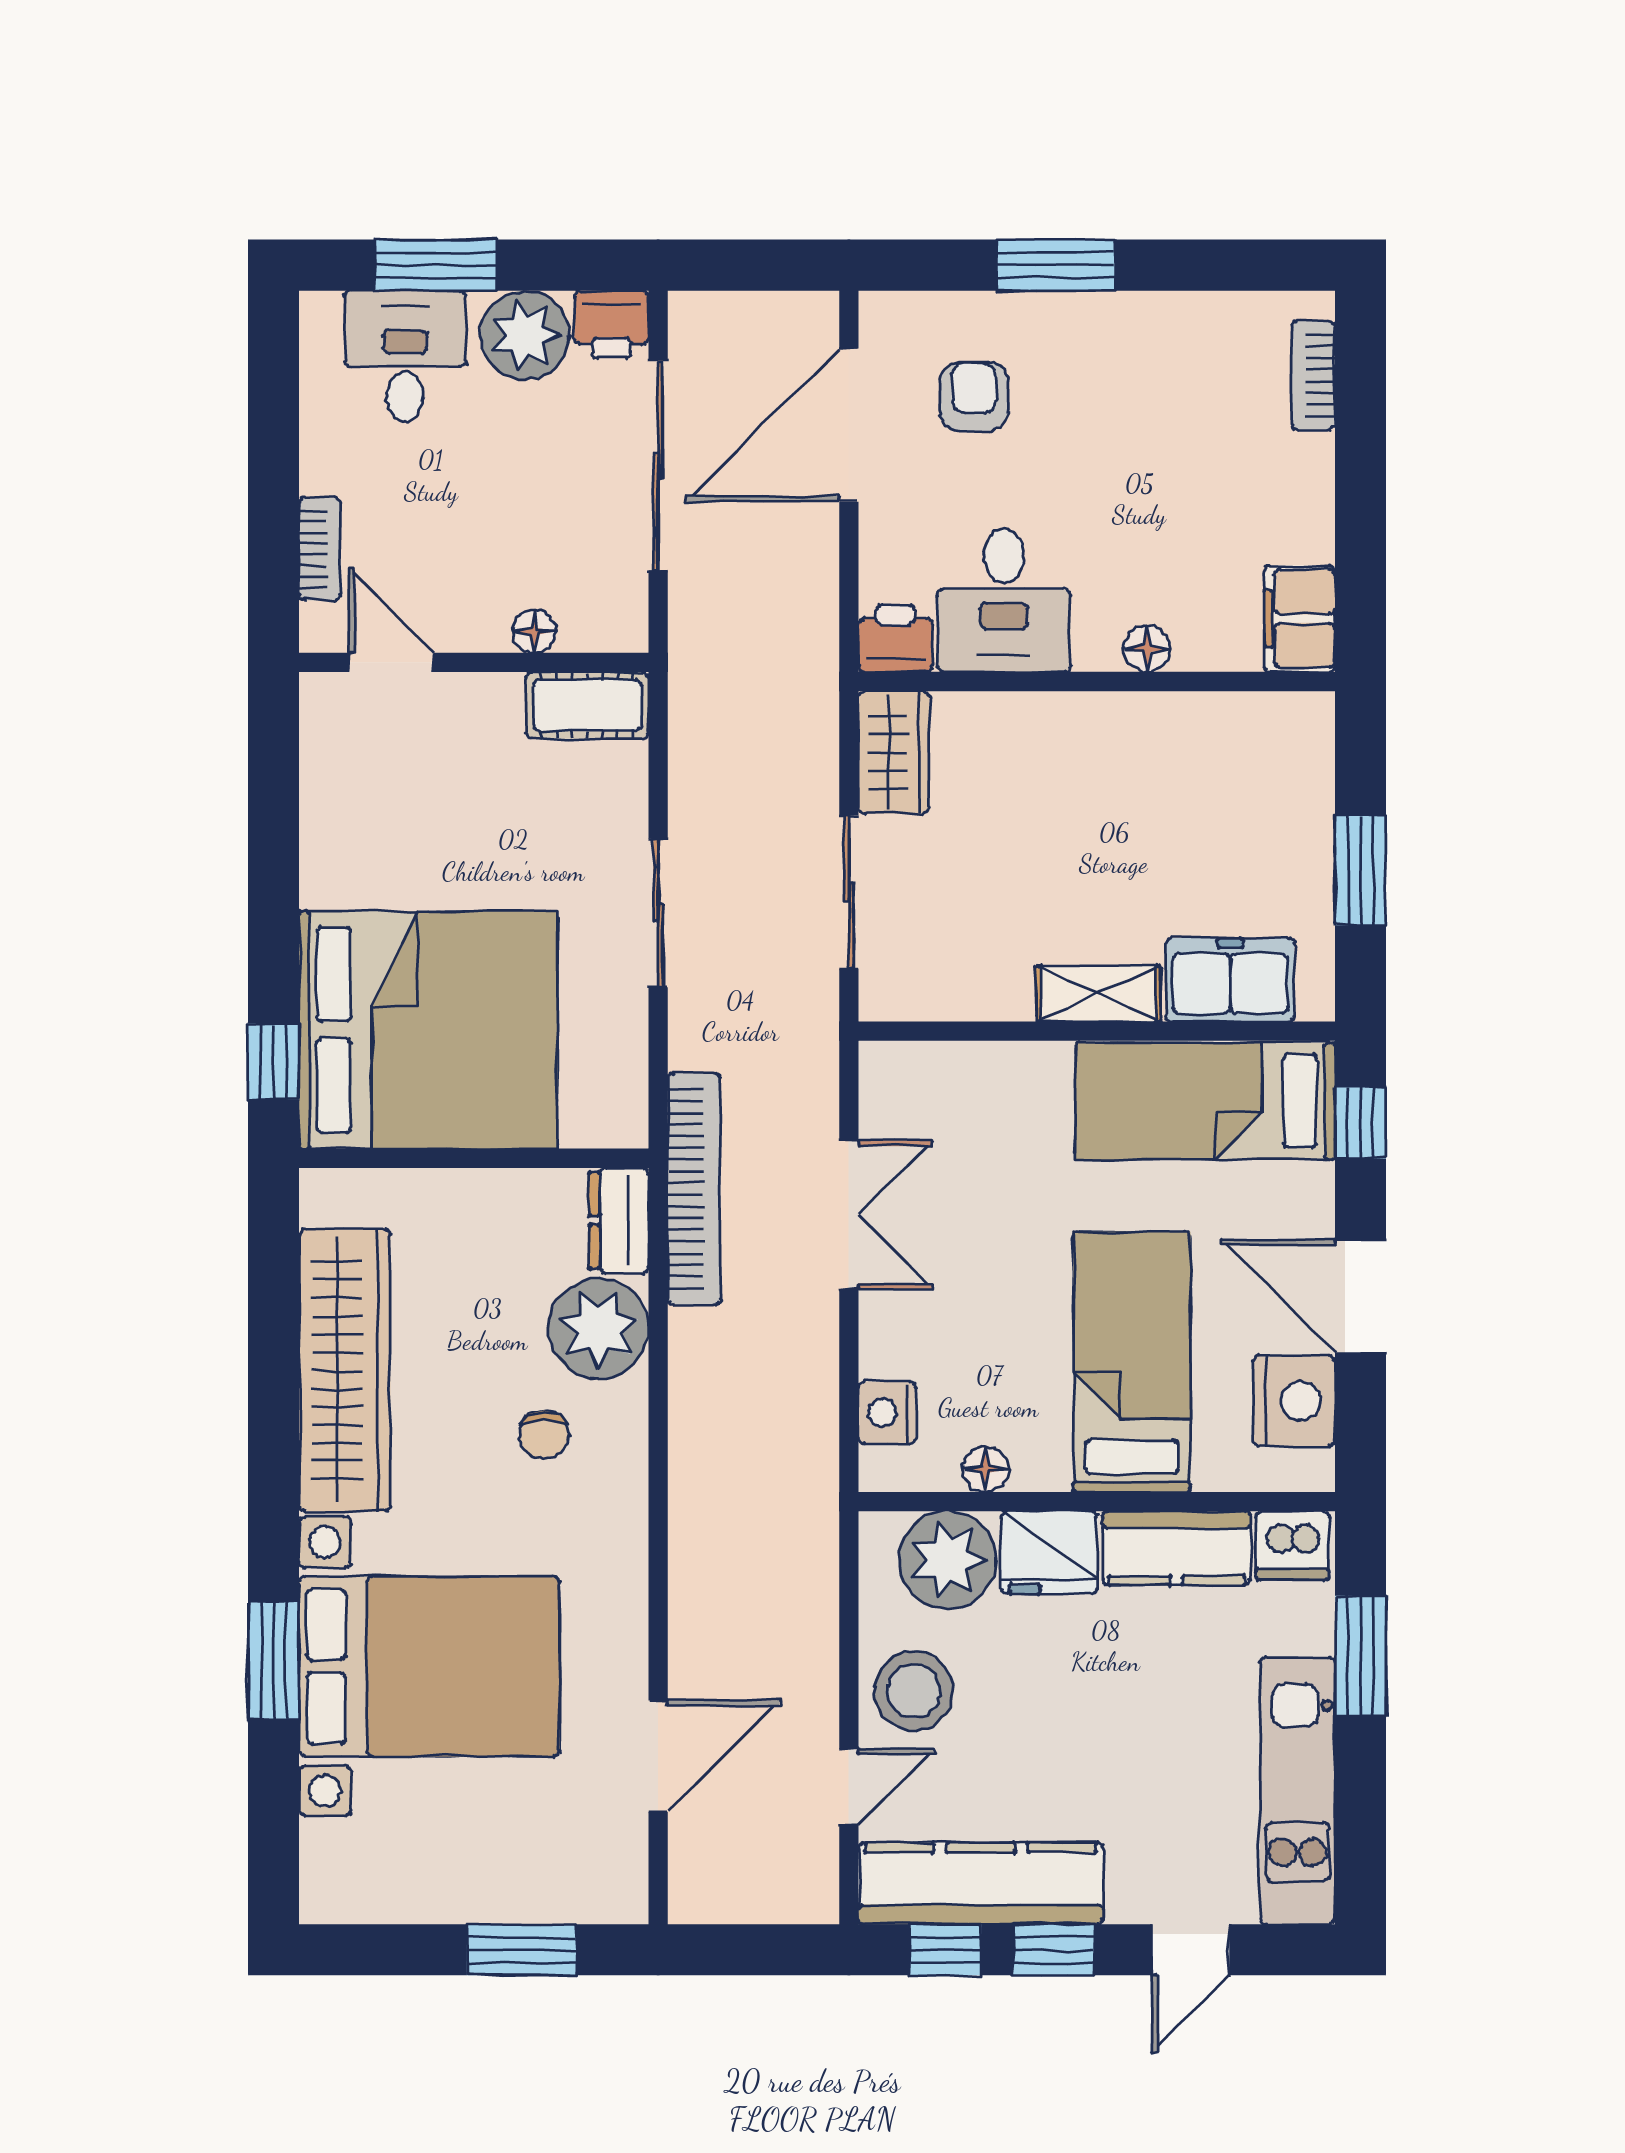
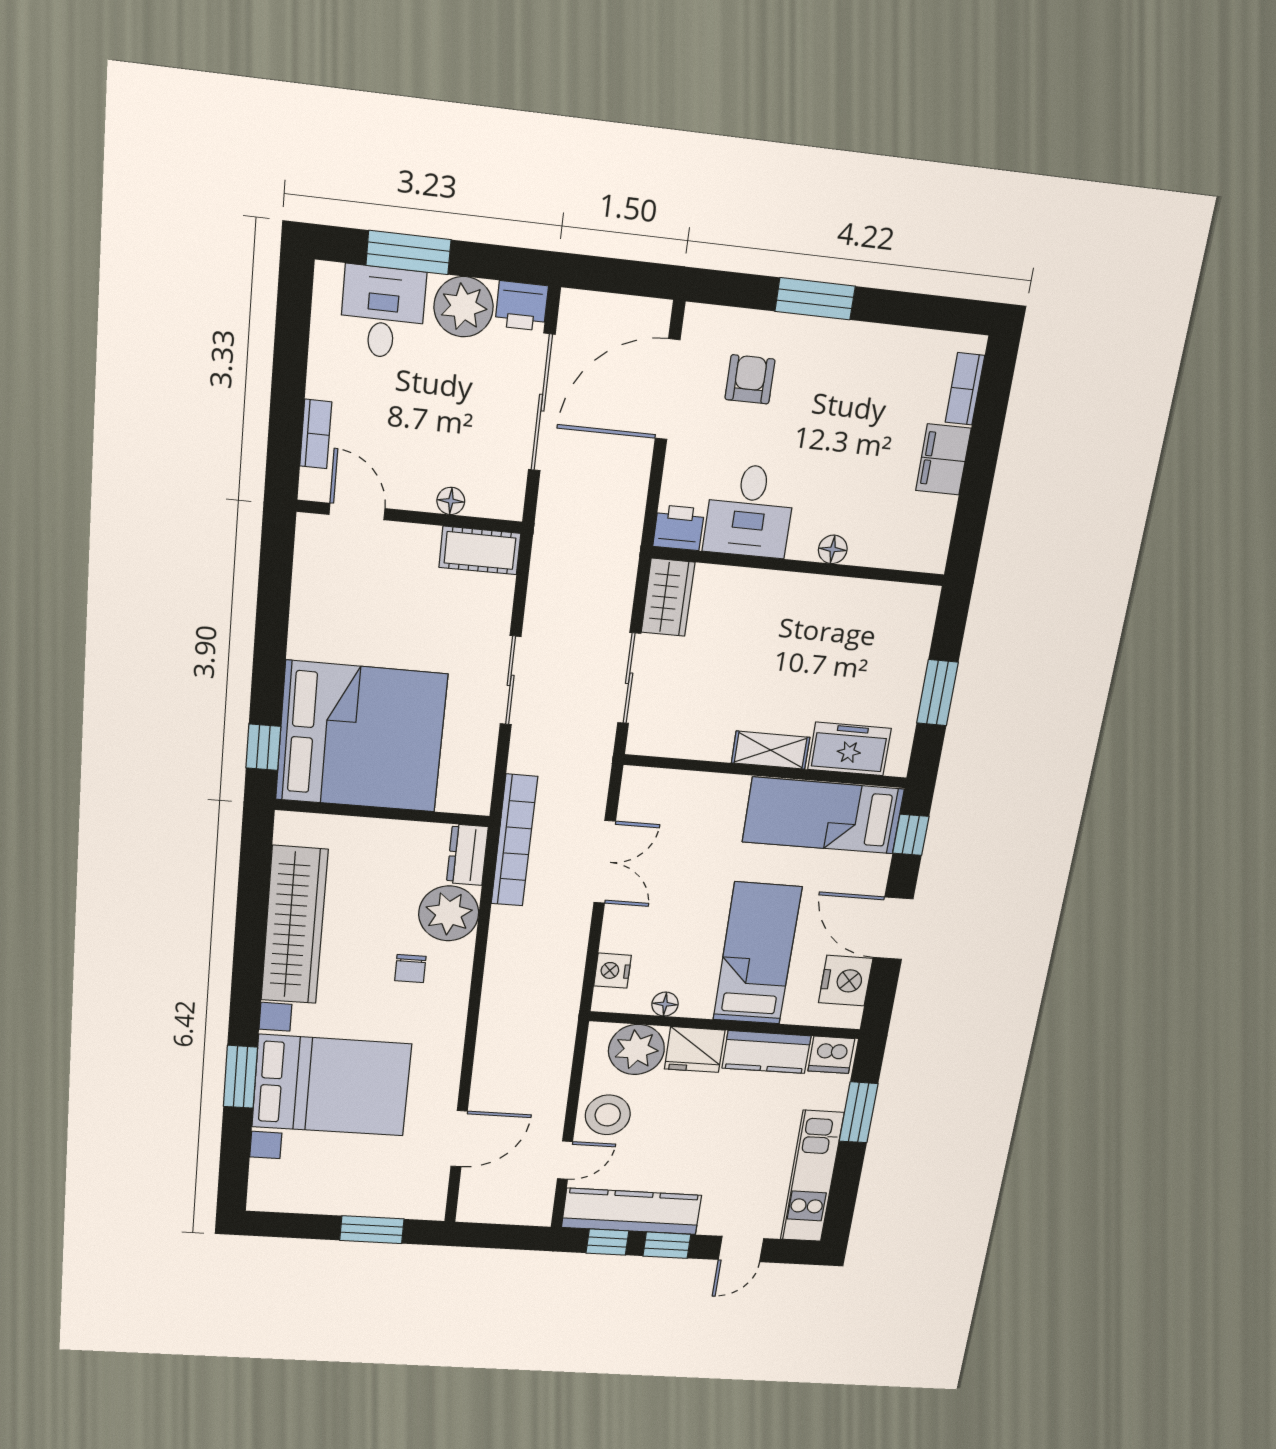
filing cabinet: (1300, 619) -> (943, 459), moved

